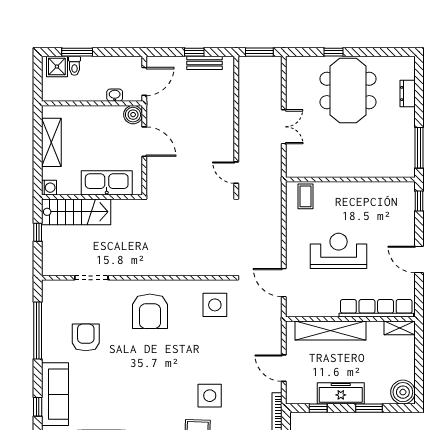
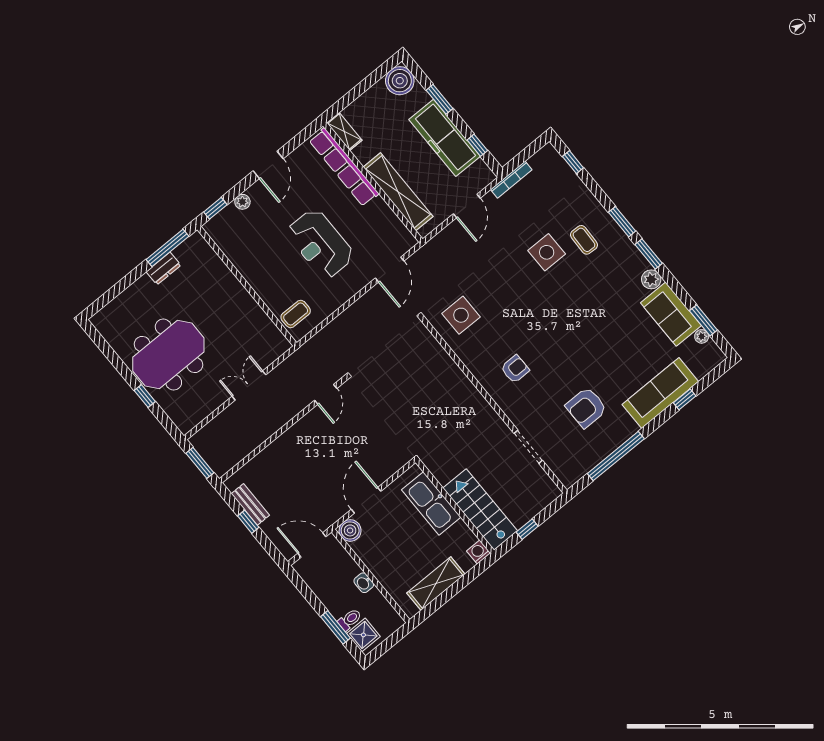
dresser: (408, 94) -> (164, 268), moved
washbasin: (115, 95) -> (364, 583), moved
plant: (409, 222) -> (242, 202), added
armchair: (150, 311) -> (515, 369), width x0.53, depth x0.53
freezer: (341, 393) -> (445, 138), width x1.36, depth x1.26

